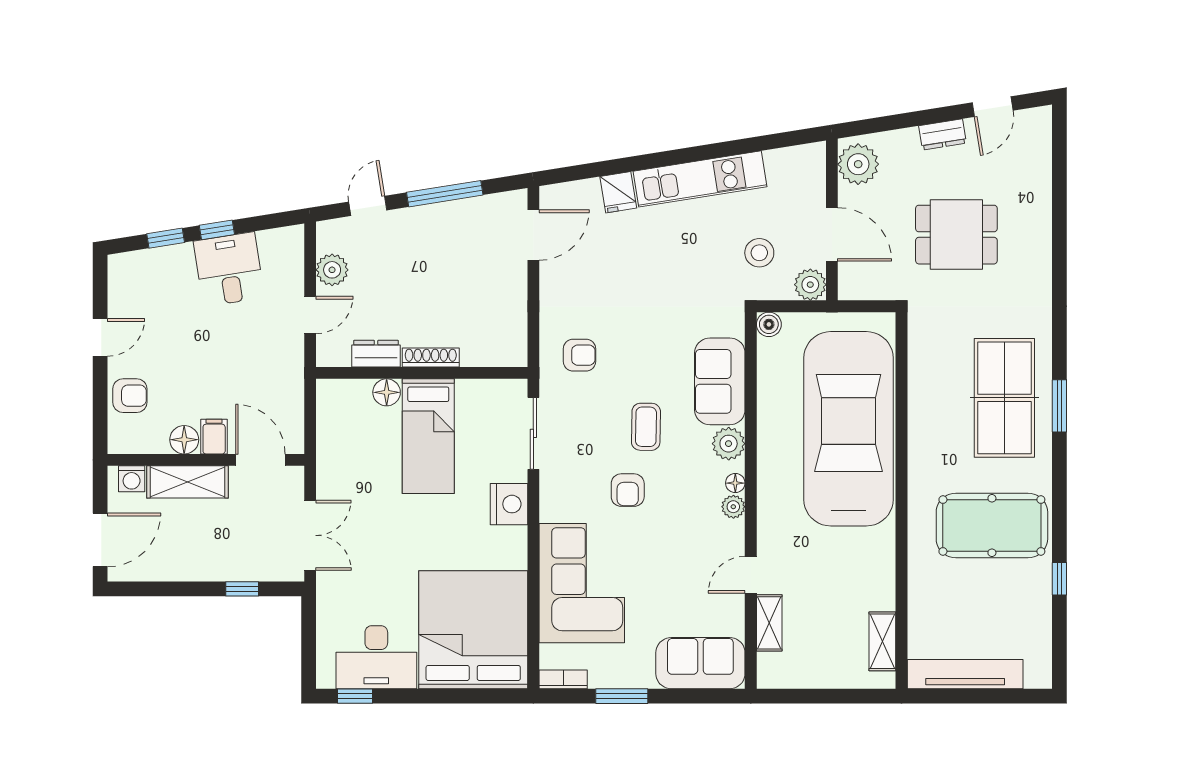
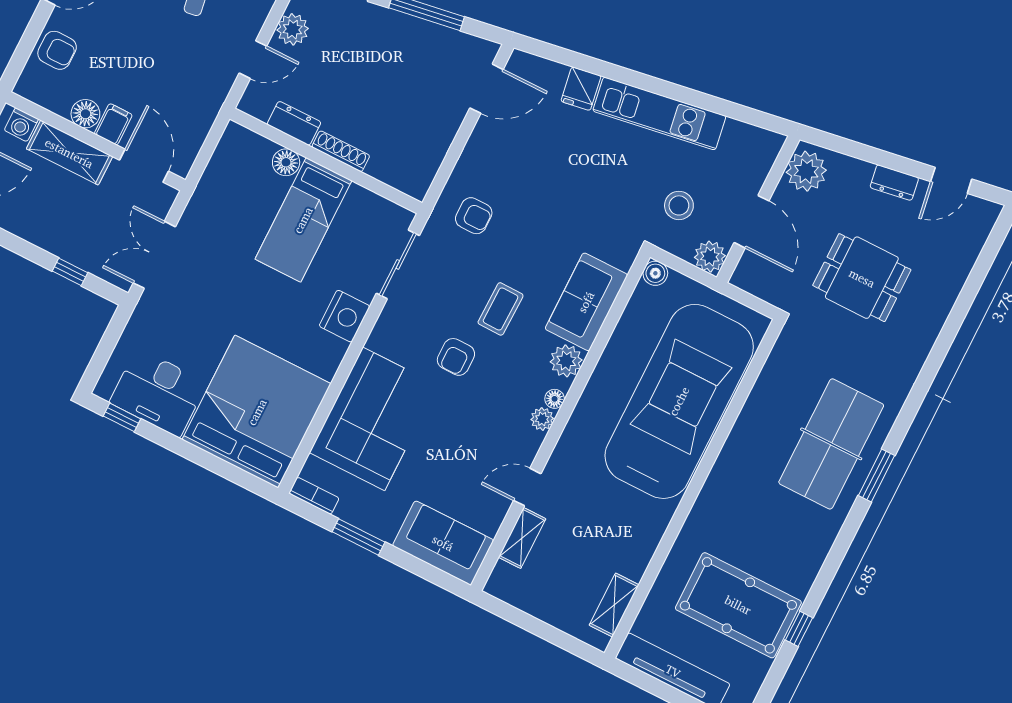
pool table: (992, 526) -> (738, 605), moved
double door: (310, 535) -> (154, 255), swing flipped

